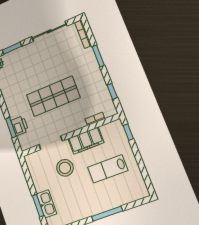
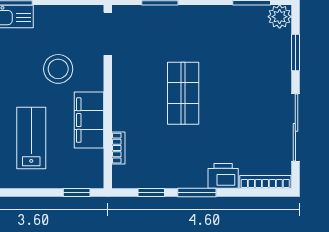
window: (98, 56) -> (197, 193), moved
shop shelf: (53, 96) -> (183, 93), width x0.70, depth x0.74
printer: (20, 126) -> (223, 176), moved, turned 180
doorway: (51, 143) -> (108, 34), moved

